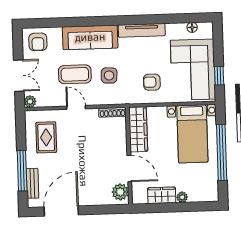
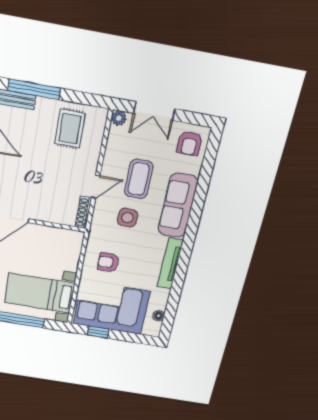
armchair: (38, 42) -> (189, 143), turned -91
armchair: (152, 82) -> (108, 262), turned -90
door: (76, 107) -> (96, 187), moved
wardrobe: (138, 129) -> (57, 237), removed
rug: (46, 137) -> (70, 129), turned 90

